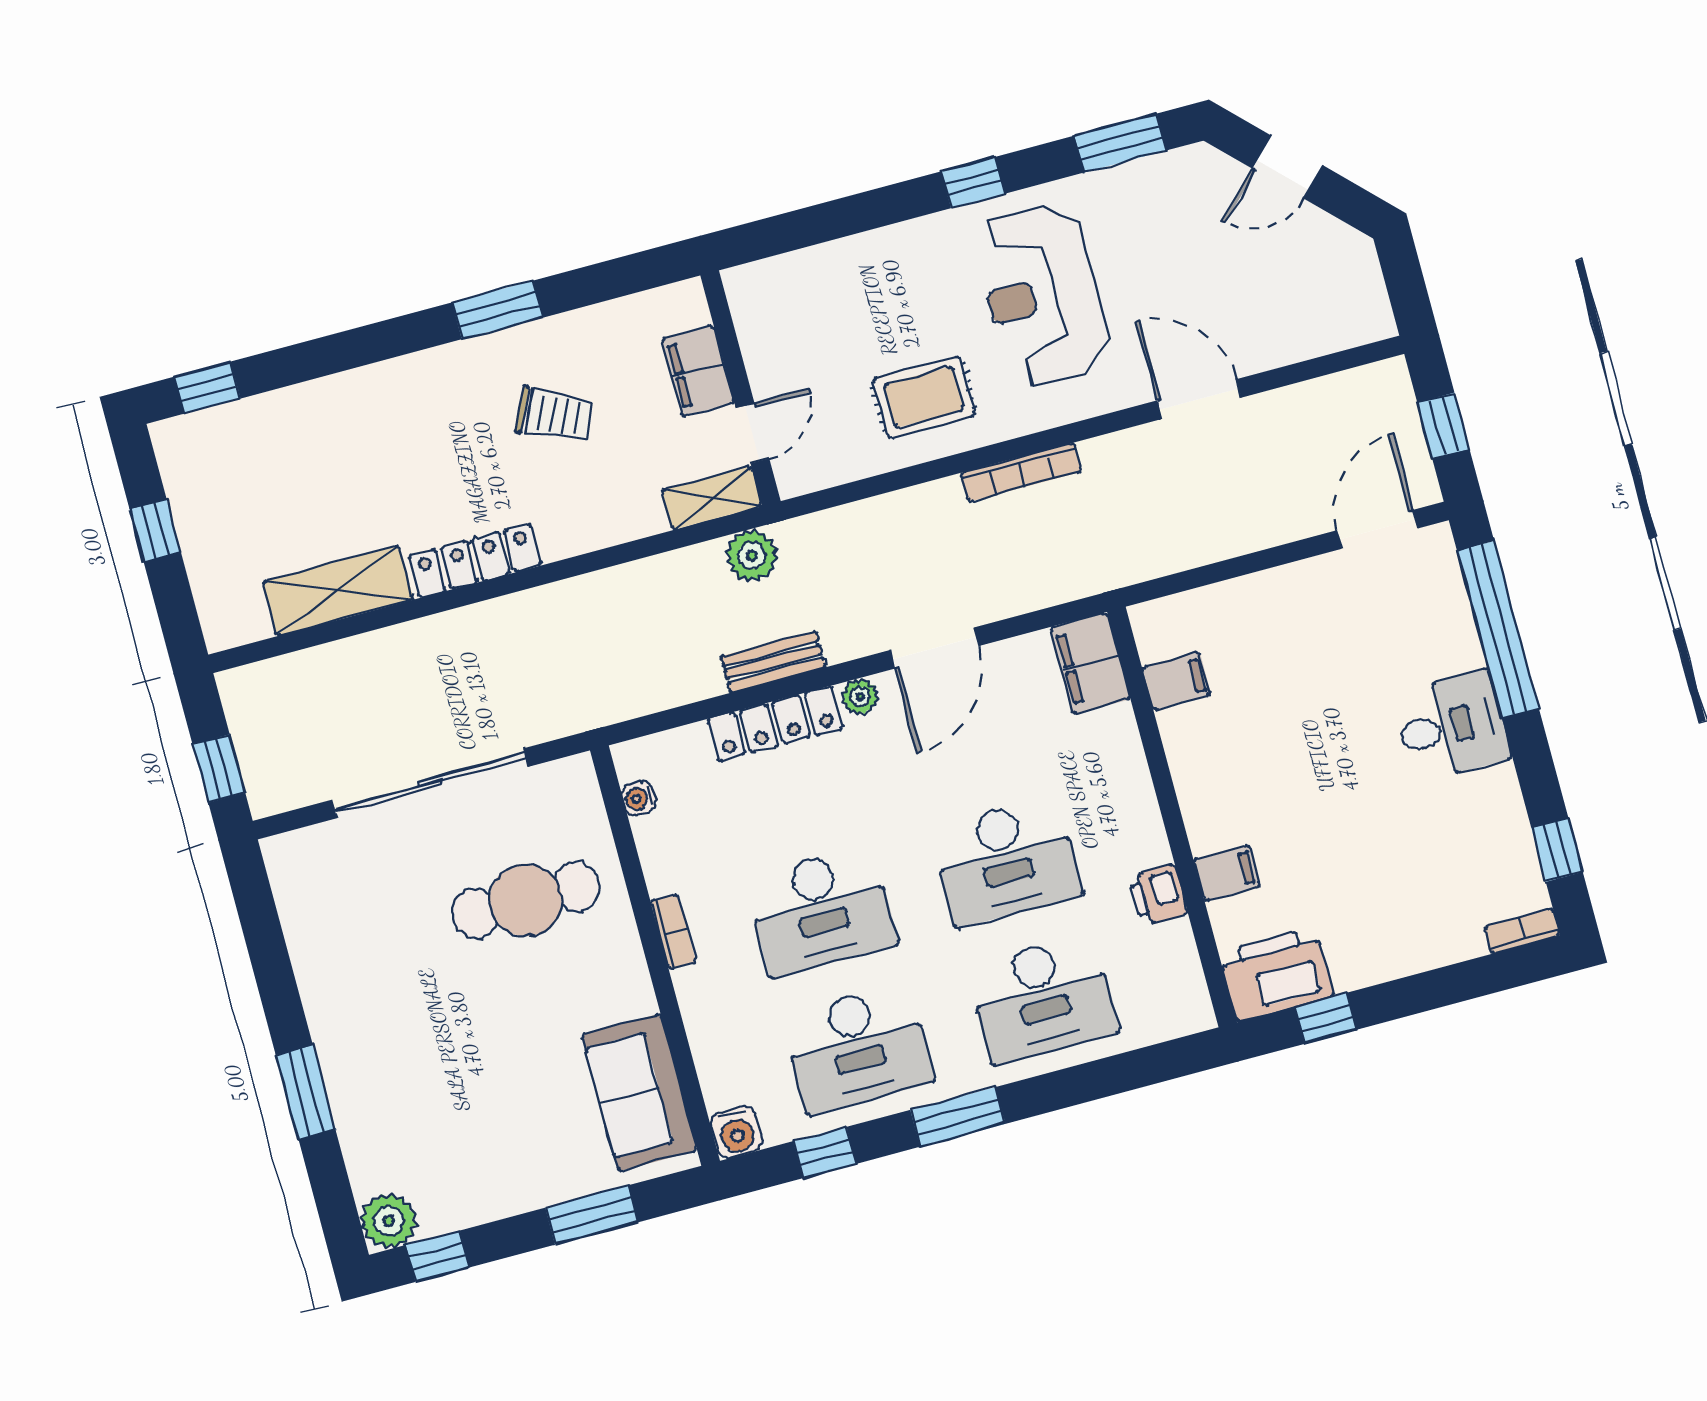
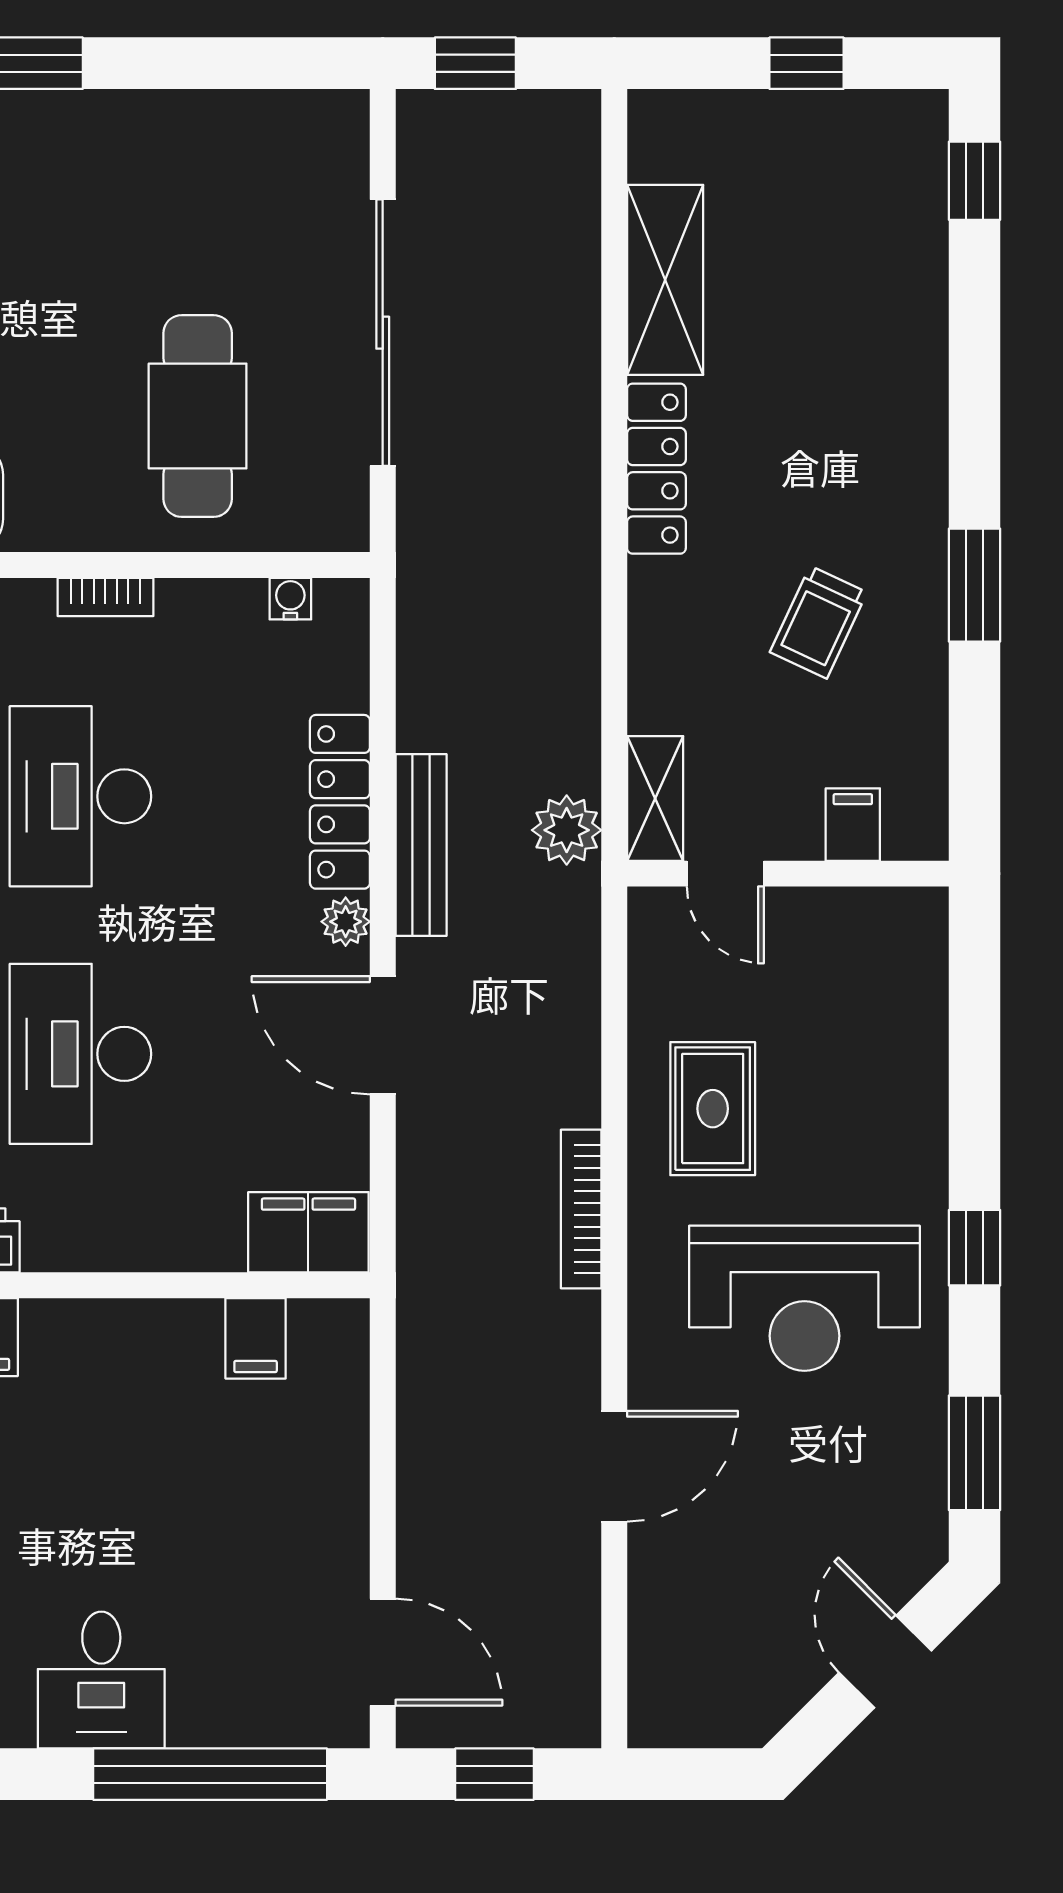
reception desk: (1042, 295) -> (804, 1298), turned 180
filing cabinet: (698, 371) -> (853, 825), width x0.50
bench: (773, 662) -> (421, 845), width x1.36

